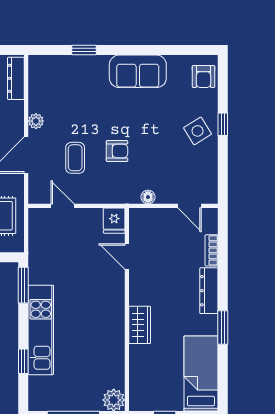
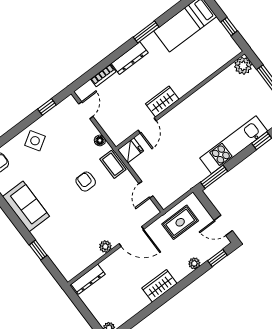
window: (223, 124) -> (47, 107), moved
coffee table: (75, 158) -> (113, 164), moved, turned 90
wardrobe: (140, 325) -> (162, 101), moved

